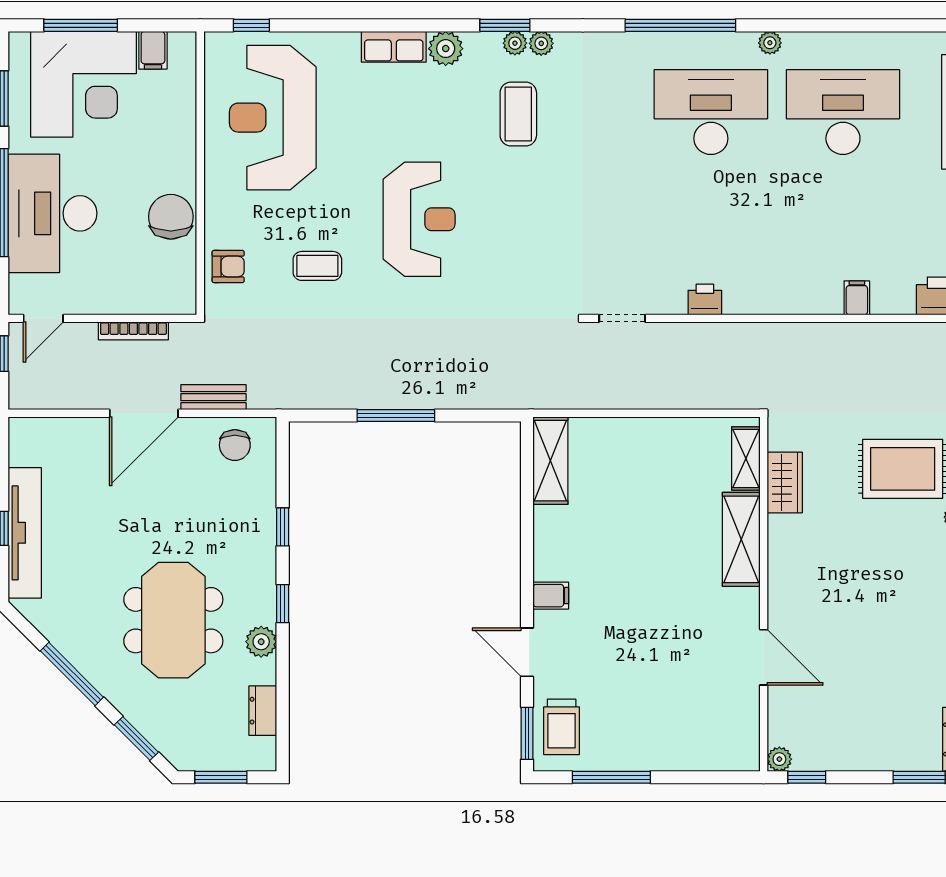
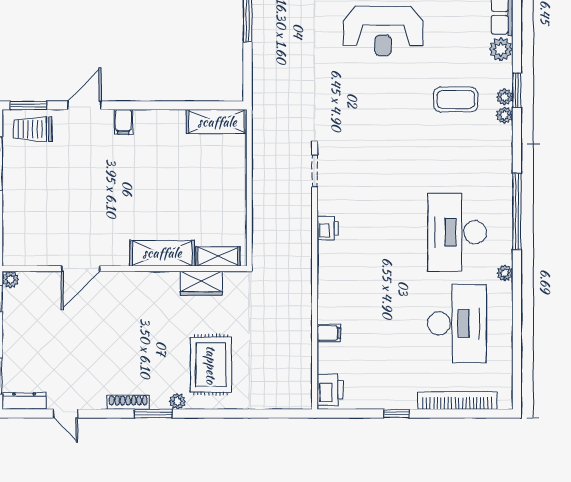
desk: (711, 112) -> (457, 232), turned 180

